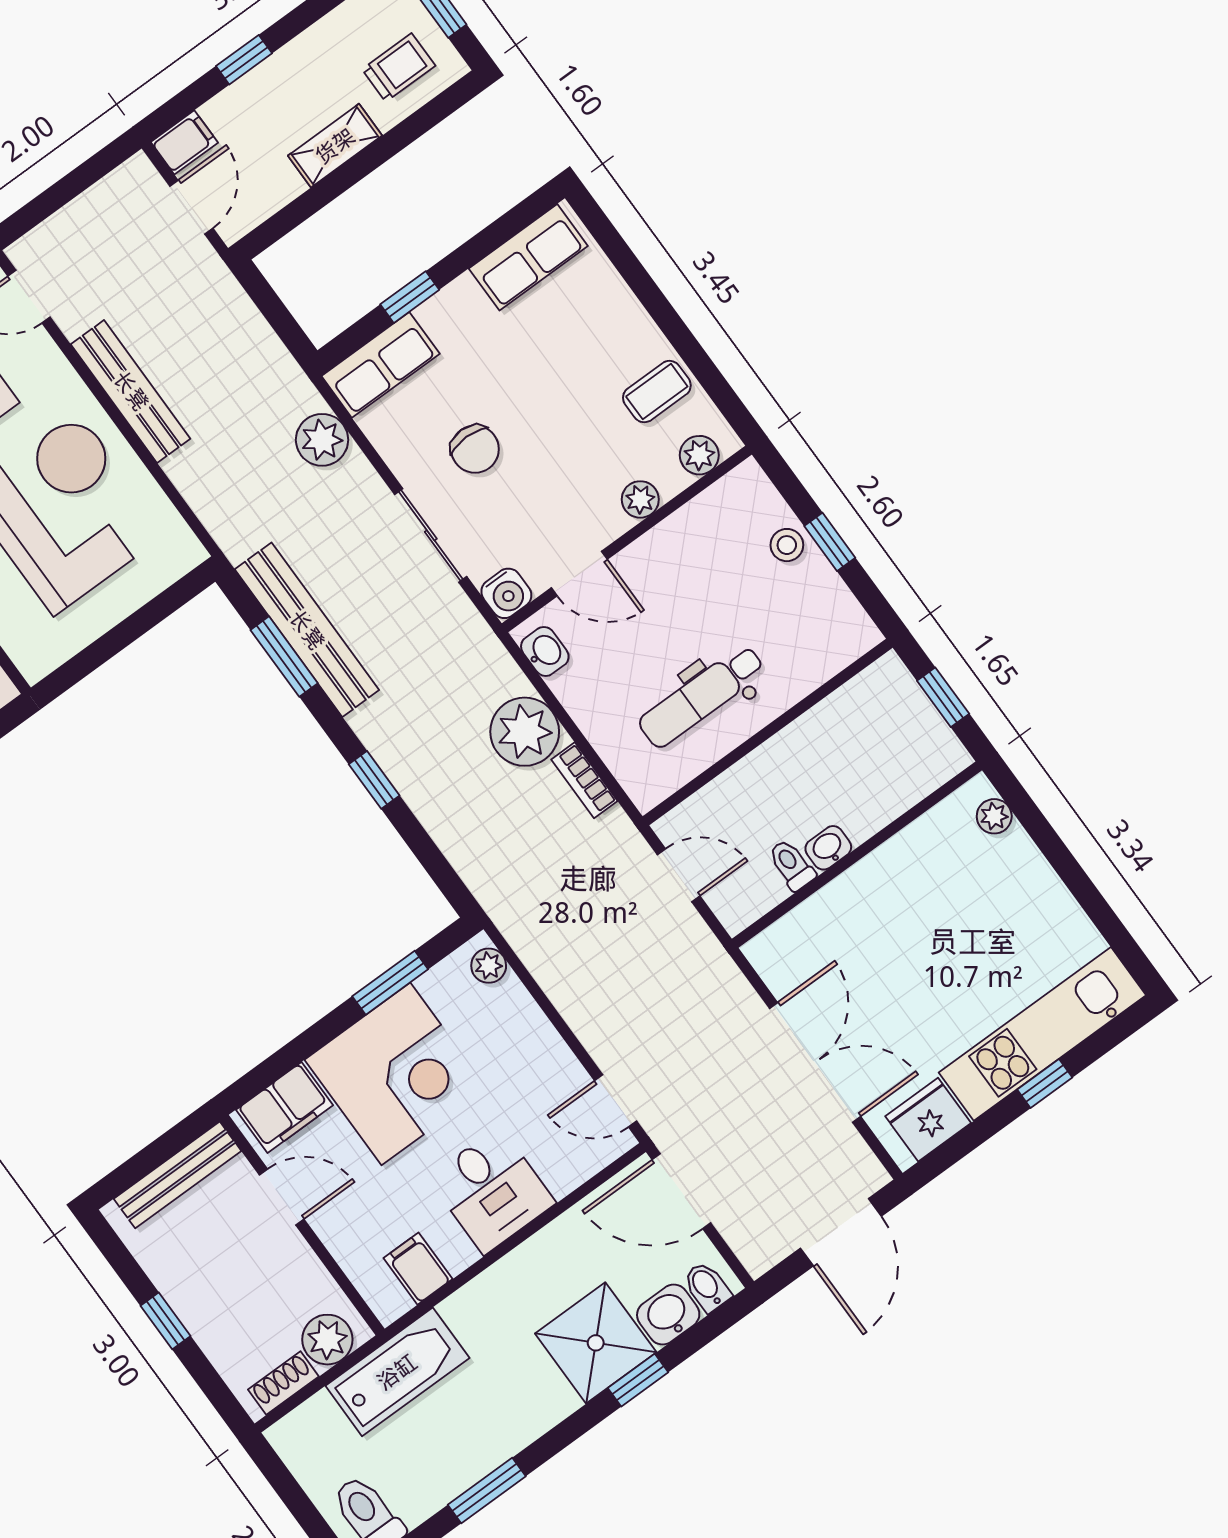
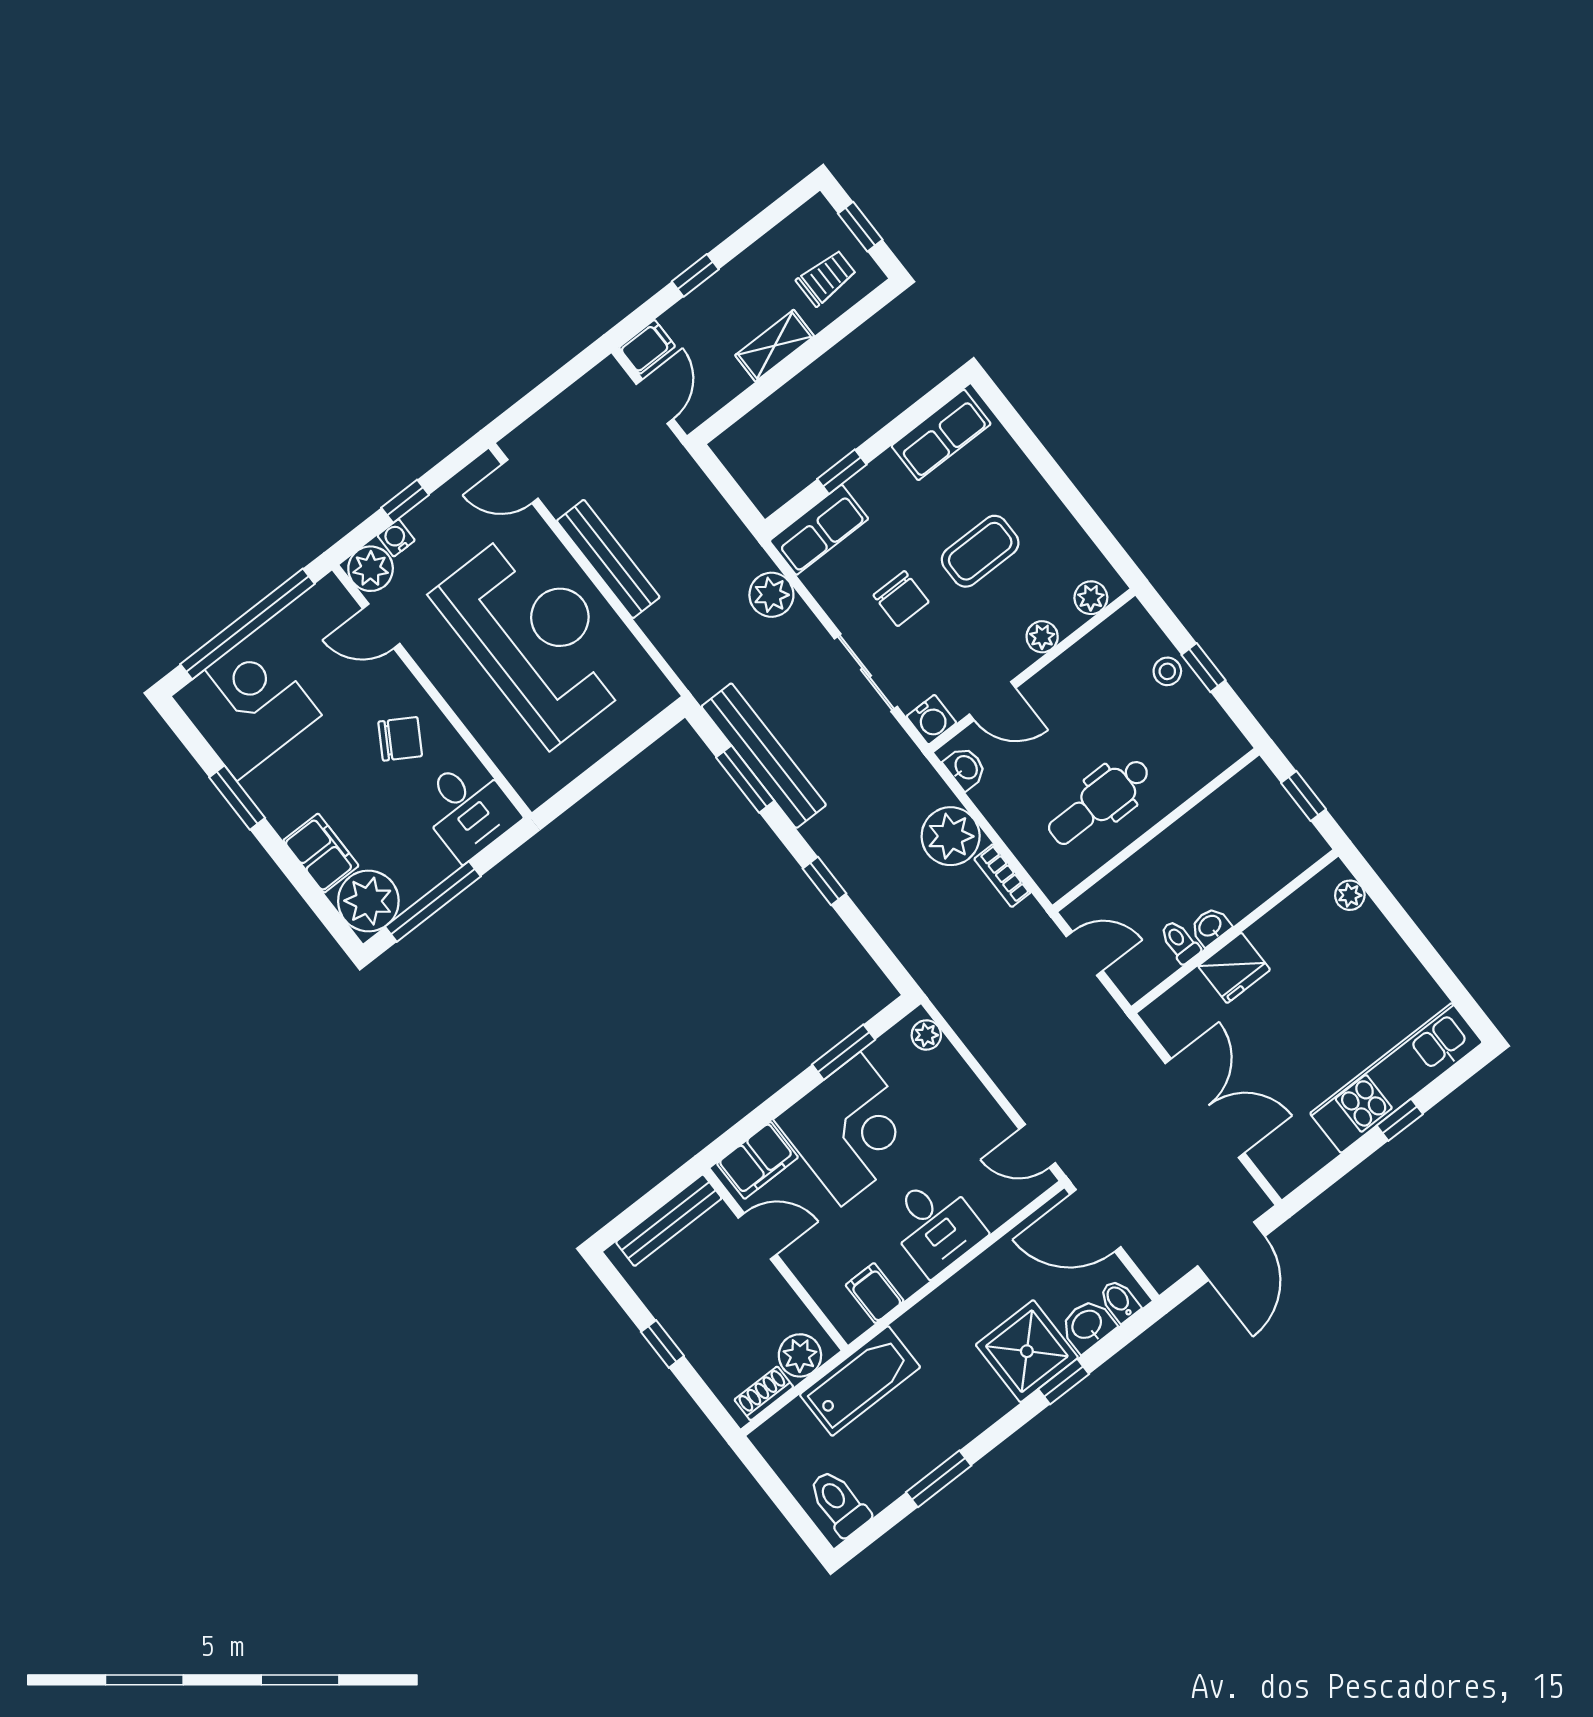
coffee table: (657, 392) -> (980, 551), moved, width x1.36, depth x1.30
fridge: (928, 1120) -> (1234, 968), moved, turned 180

